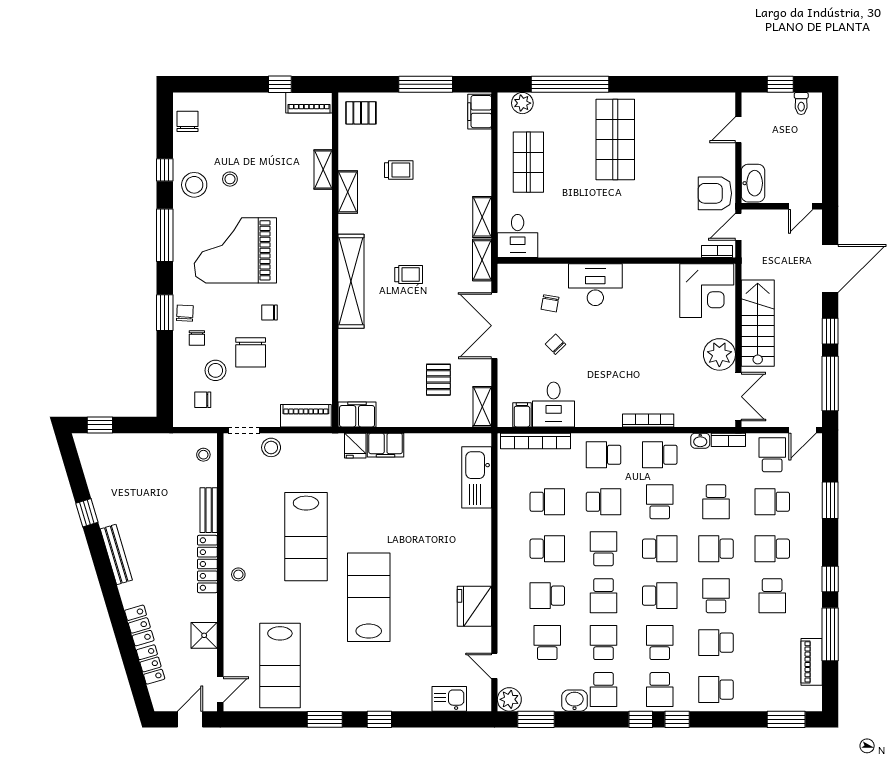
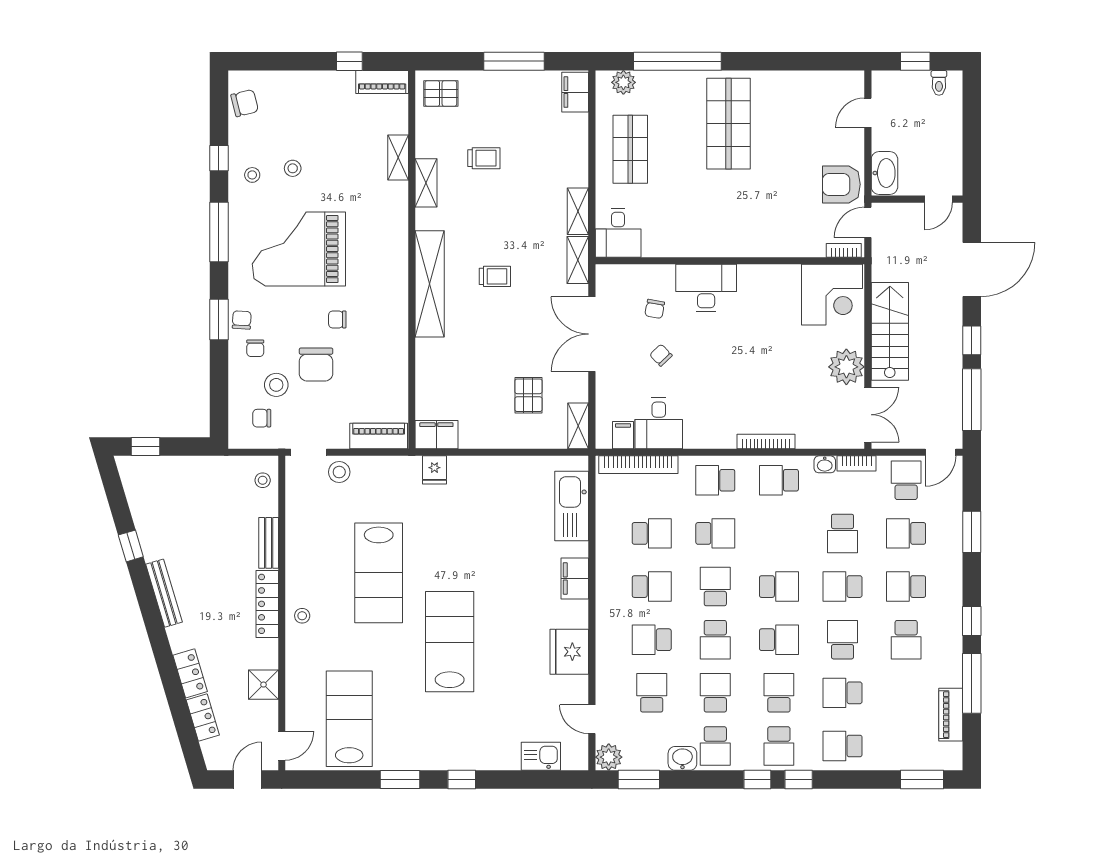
chair: (187, 121) -> (245, 103), turned 76
stool: (194, 185) -> (252, 175), width x0.53, depth x0.53
filing cabinet: (386, 445) -> (575, 578), moved, turned 90
school desk: (660, 502) -> (779, 533), removed
lab bench: (280, 666) -> (349, 719), turned 180

